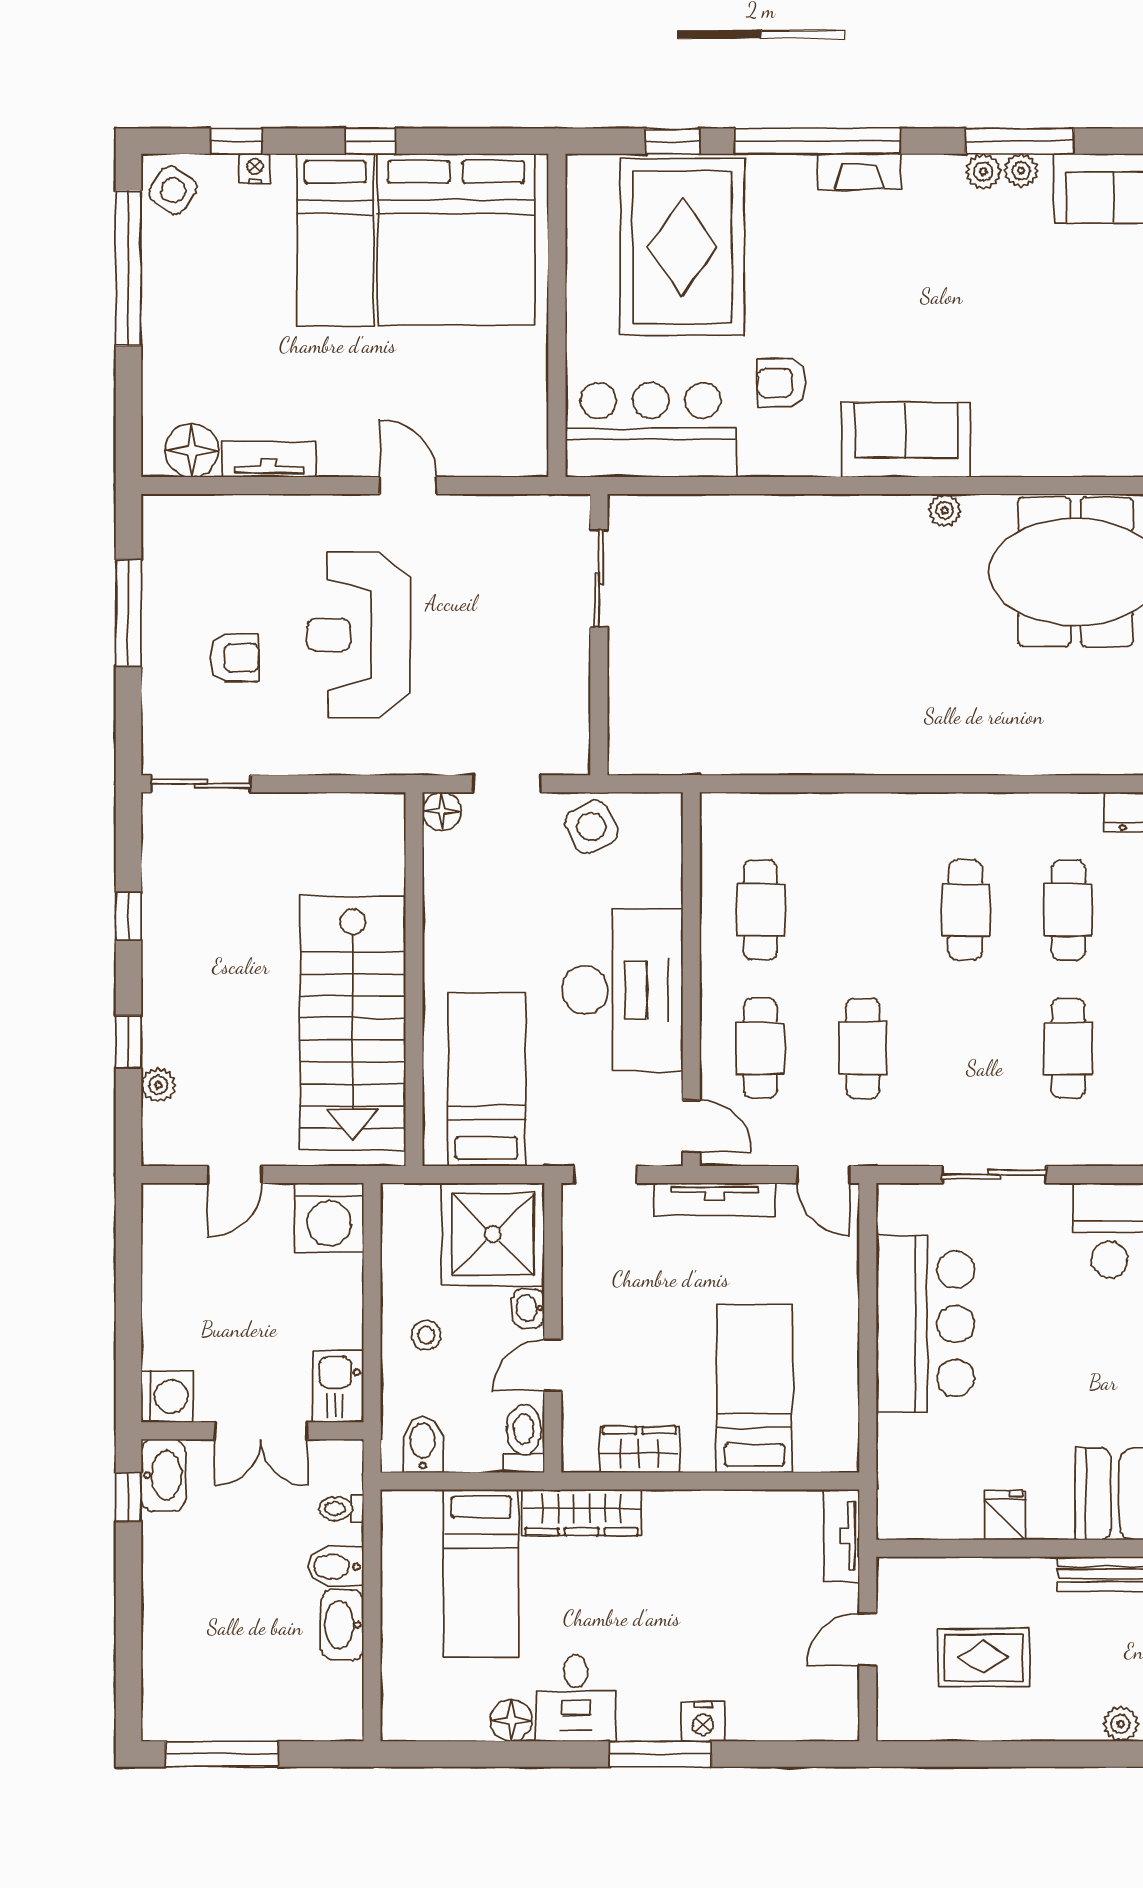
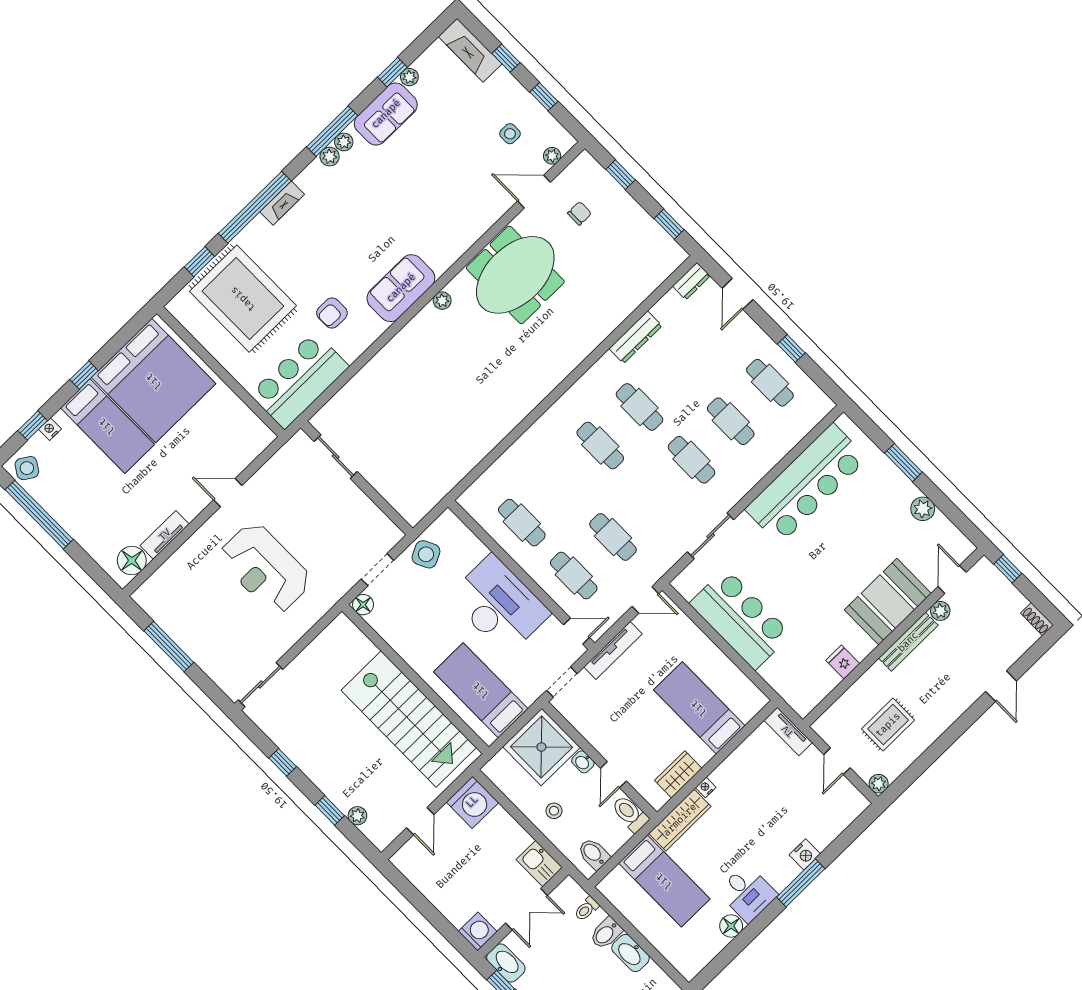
armchair: (235, 658) -> (226, 624), removed
nightstand: (659, 1503) -> (706, 787), added
plant: (1121, 1724) -> (879, 784), moved

